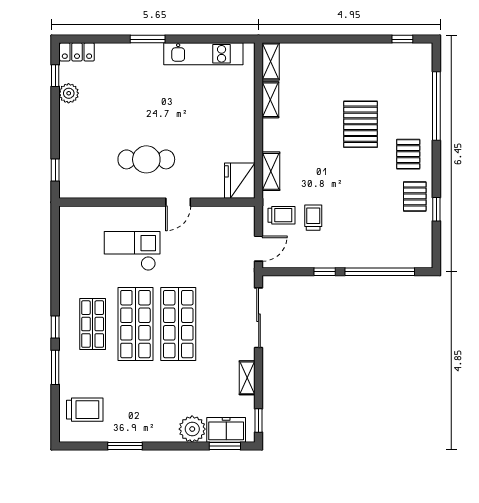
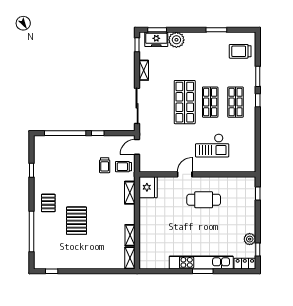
kitchen unit: (203, 54) -> (201, 262), moved, width x1.36
pallet: (415, 196) -> (44, 178), removed
shop shelf: (135, 324) -> (210, 102), width x0.70, depth x0.74

